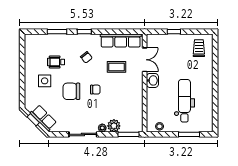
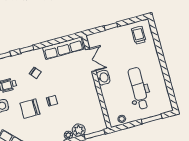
coffee table: (116, 67) -> (66, 74), removed

